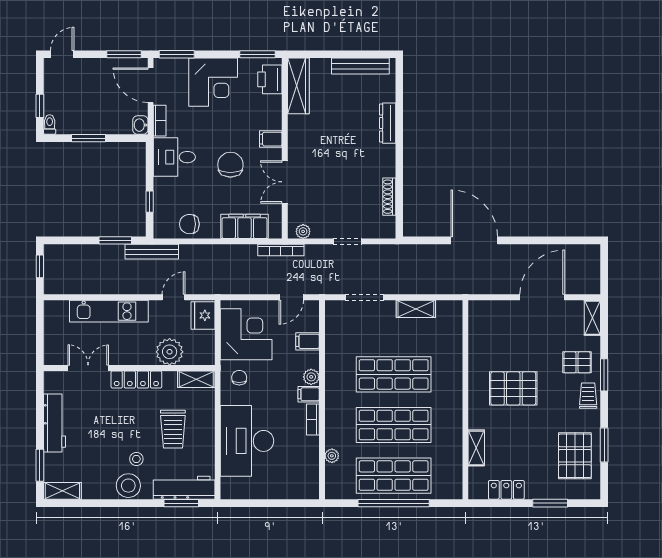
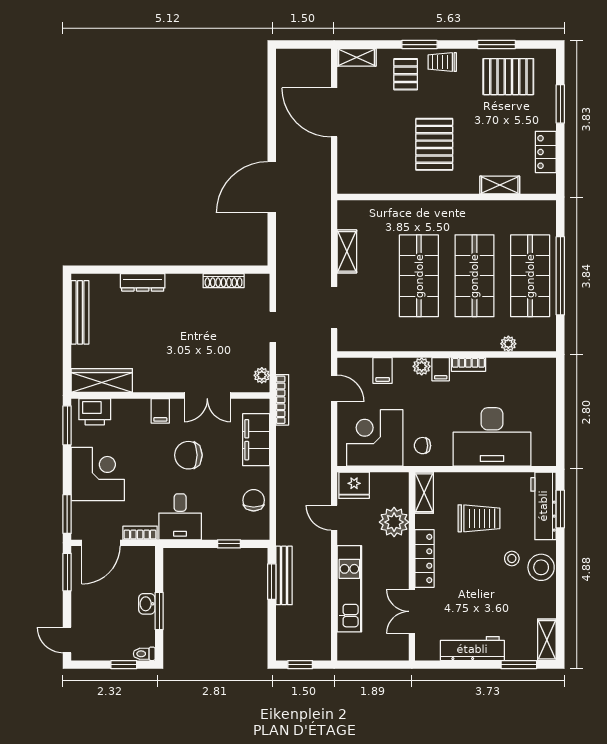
washbasin: (140, 125) -> (147, 604), moved, turned 90
chair: (189, 224) -> (254, 500), turned 180
bench: (152, 252) -> (284, 575), moved

